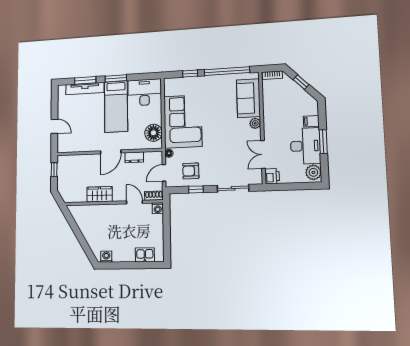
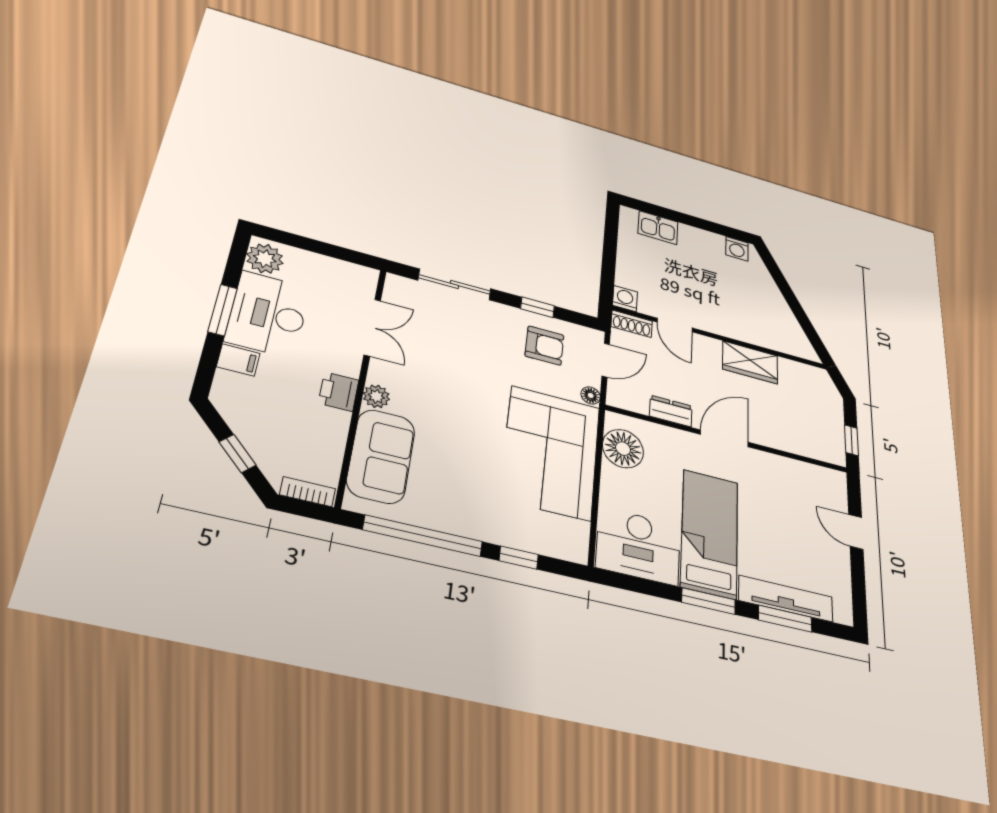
printer: (272, 176) -> (339, 392), moved

